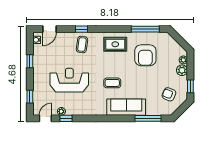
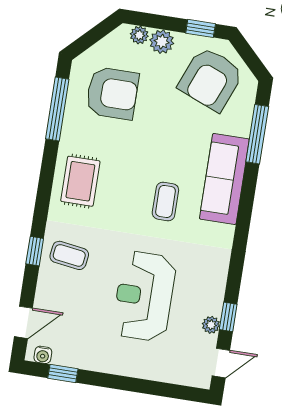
door: (50, 29) -> (23, 322), hinge flipped
armchair: (145, 55) -> (112, 93), moved
window: (30, 61) -> (63, 373), moved
armchair: (169, 94) -> (211, 79), width x1.88, depth x1.88
window: (30, 97) -> (167, 390), removed
door: (45, 118) -> (221, 363), swing flipped

